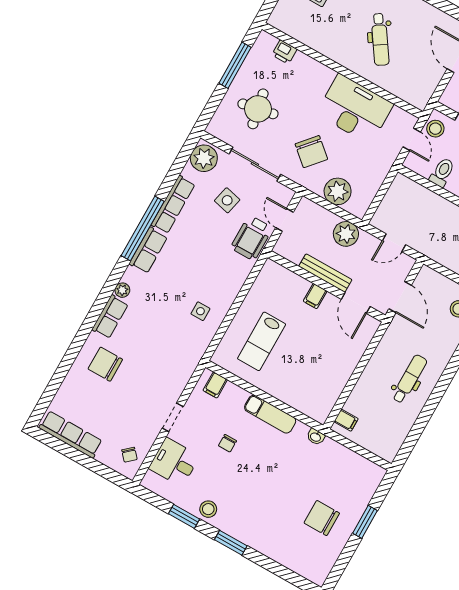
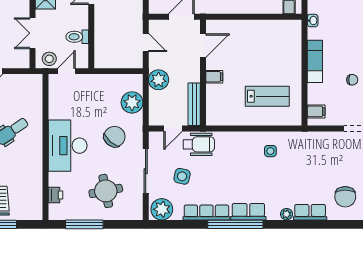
desk: (355, 109) -> (68, 146), moved
bench: (325, 273) -> (194, 104), moved

